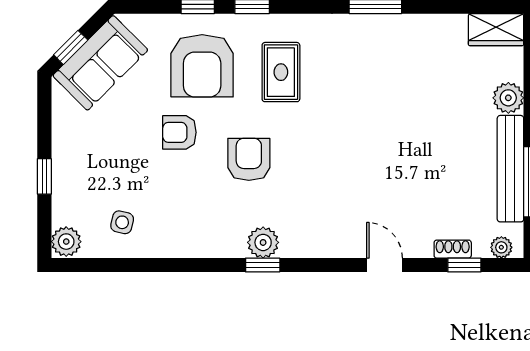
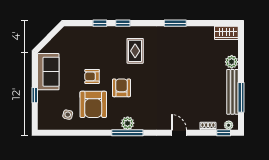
window: (71, 47) -> (46, 40), removed
sofa: (100, 63) -> (48, 72), moved, turned -45
armchair: (202, 66) -> (93, 104), moved
plant: (66, 242) -> (44, 123), removed
window: (263, 265) -> (127, 133), width x2.17
window: (464, 265) -> (224, 133), moved

